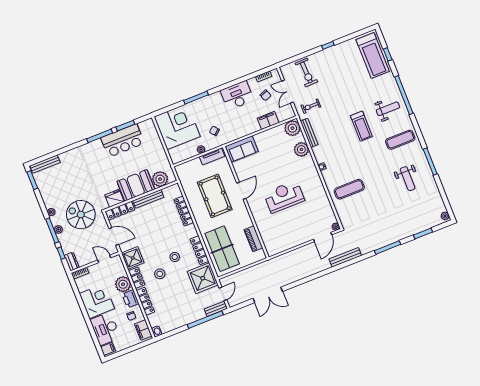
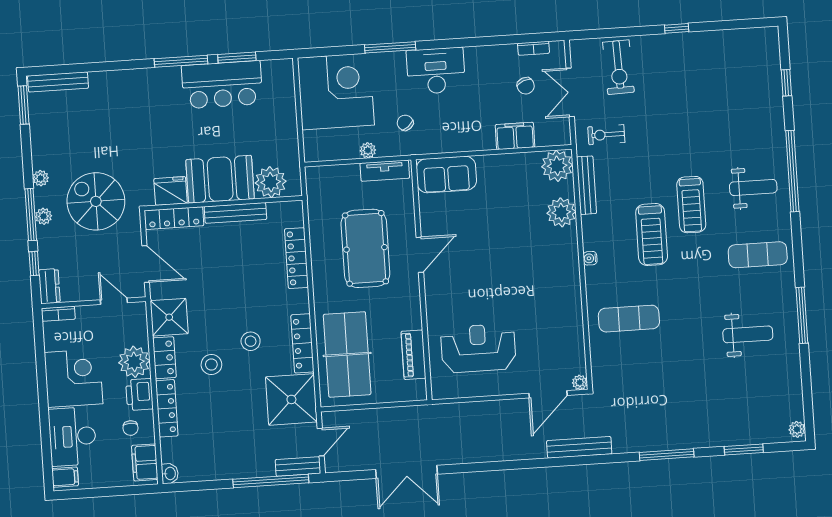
treadmill: (373, 55) -> (652, 235), moved, width x0.73, depth x0.73
desk: (237, 95) -> (436, 71), moved
weight bench: (408, 179) -> (748, 334), turned -90
reception desk: (284, 197) -> (478, 348), moved

